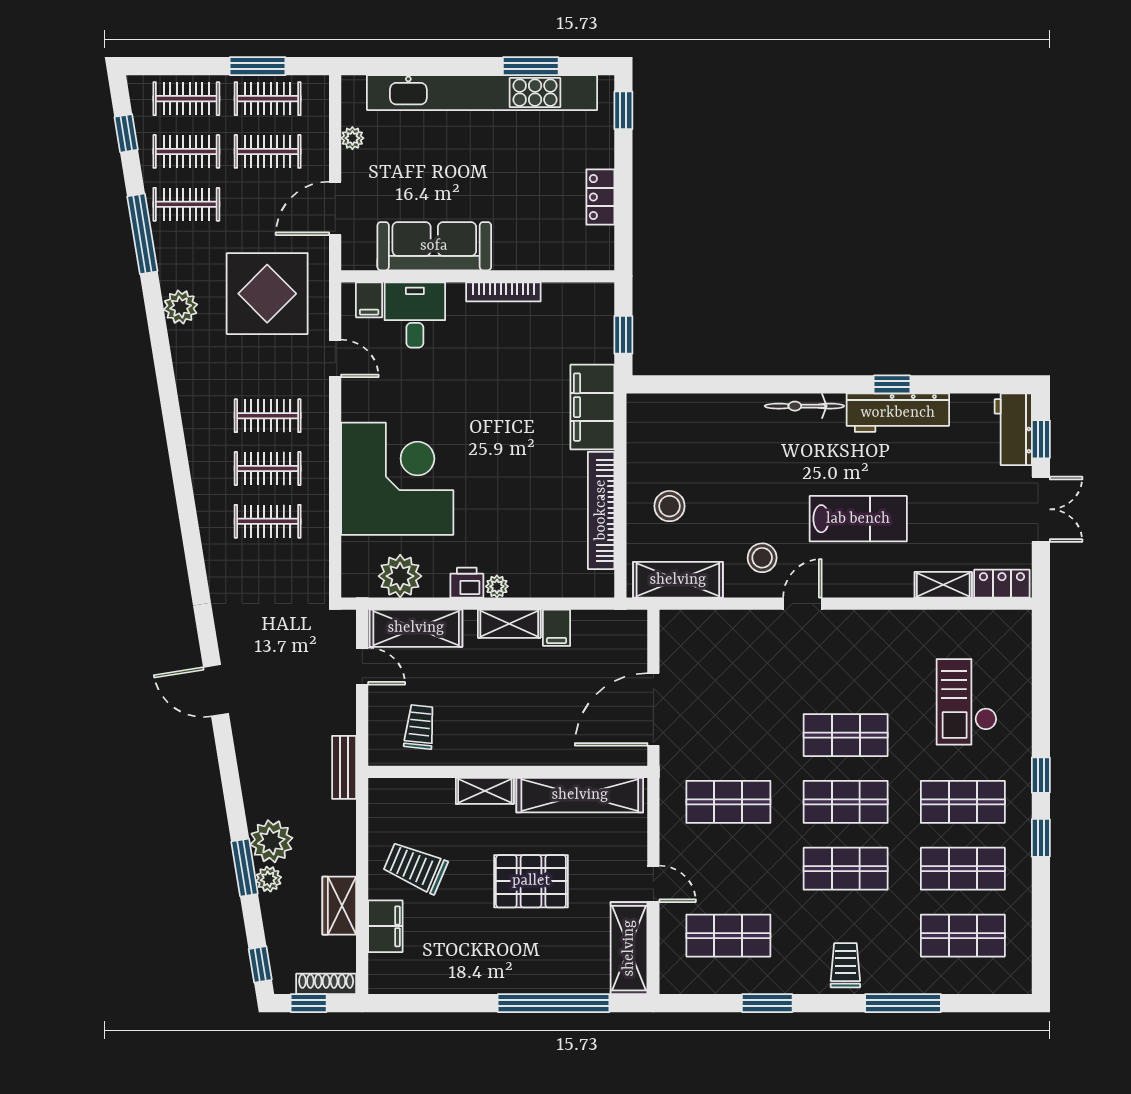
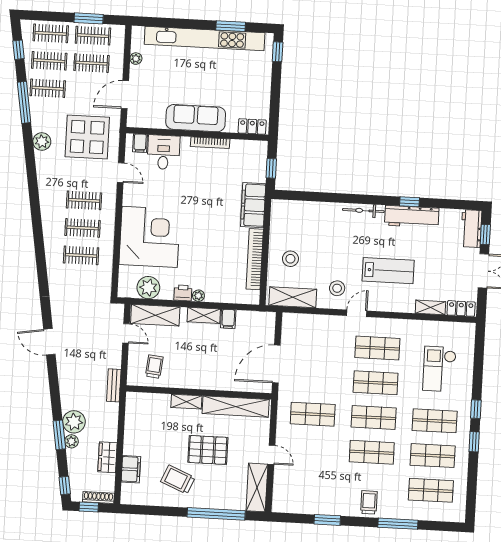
locker: (600, 197) -> (252, 126), moved, turned 90
sofa: (434, 246) -> (196, 118), moved
trolley: (415, 867) -> (178, 480), moved
shop shelf: (728, 936) -> (377, 348), moved

